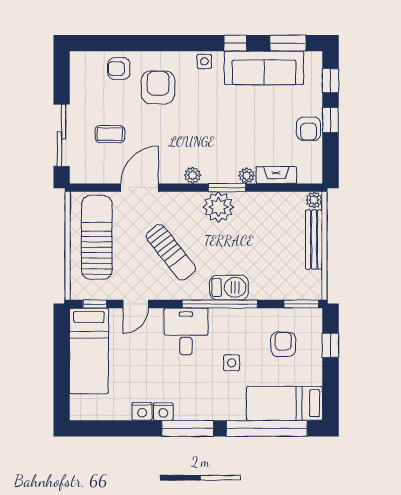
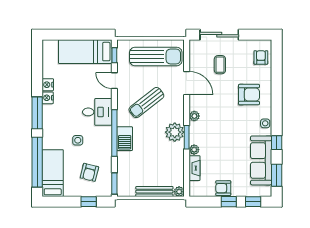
armchair: (119, 69) -> (261, 57), moved
armchair: (283, 344) -> (89, 172), turned 104

